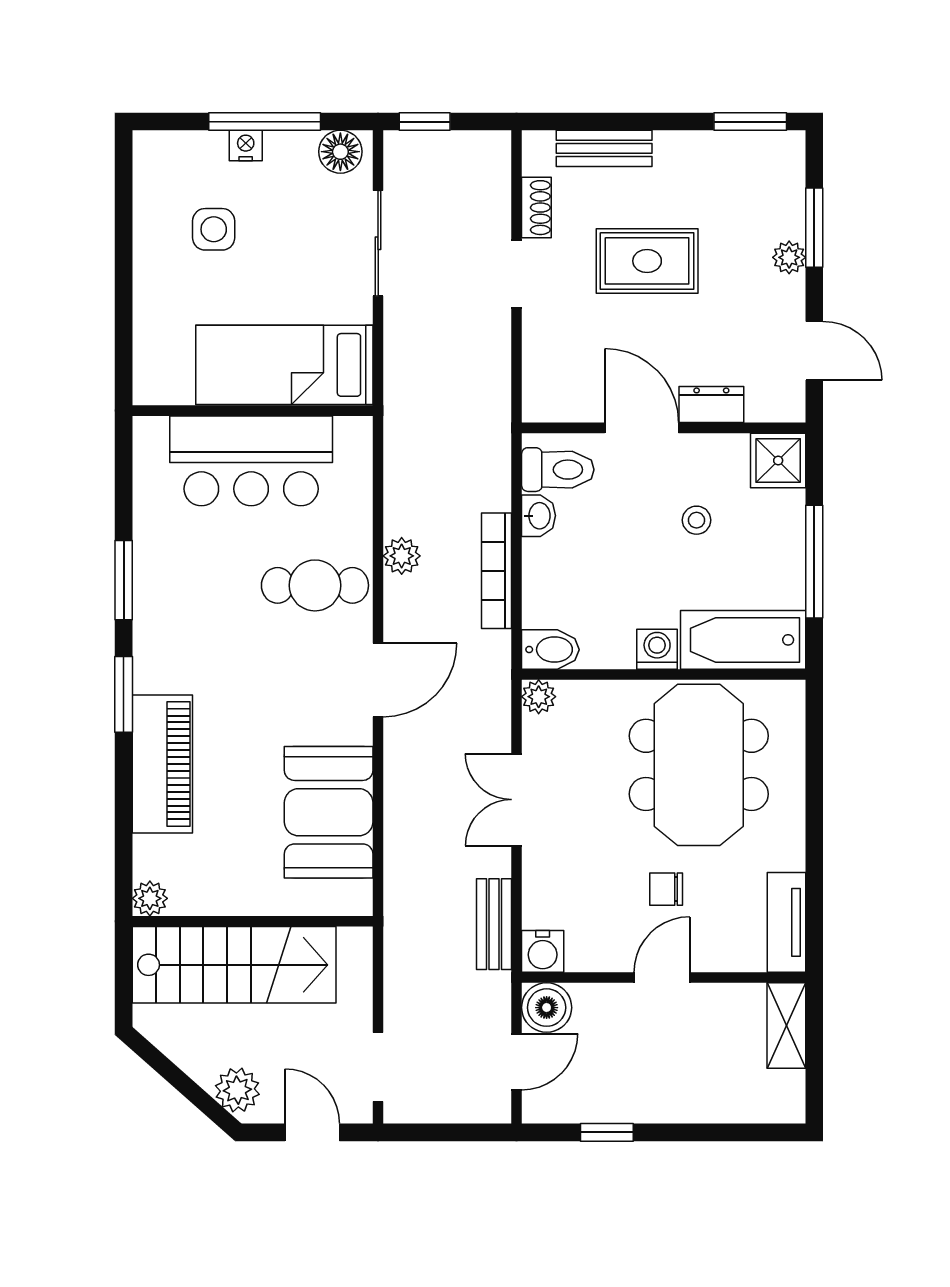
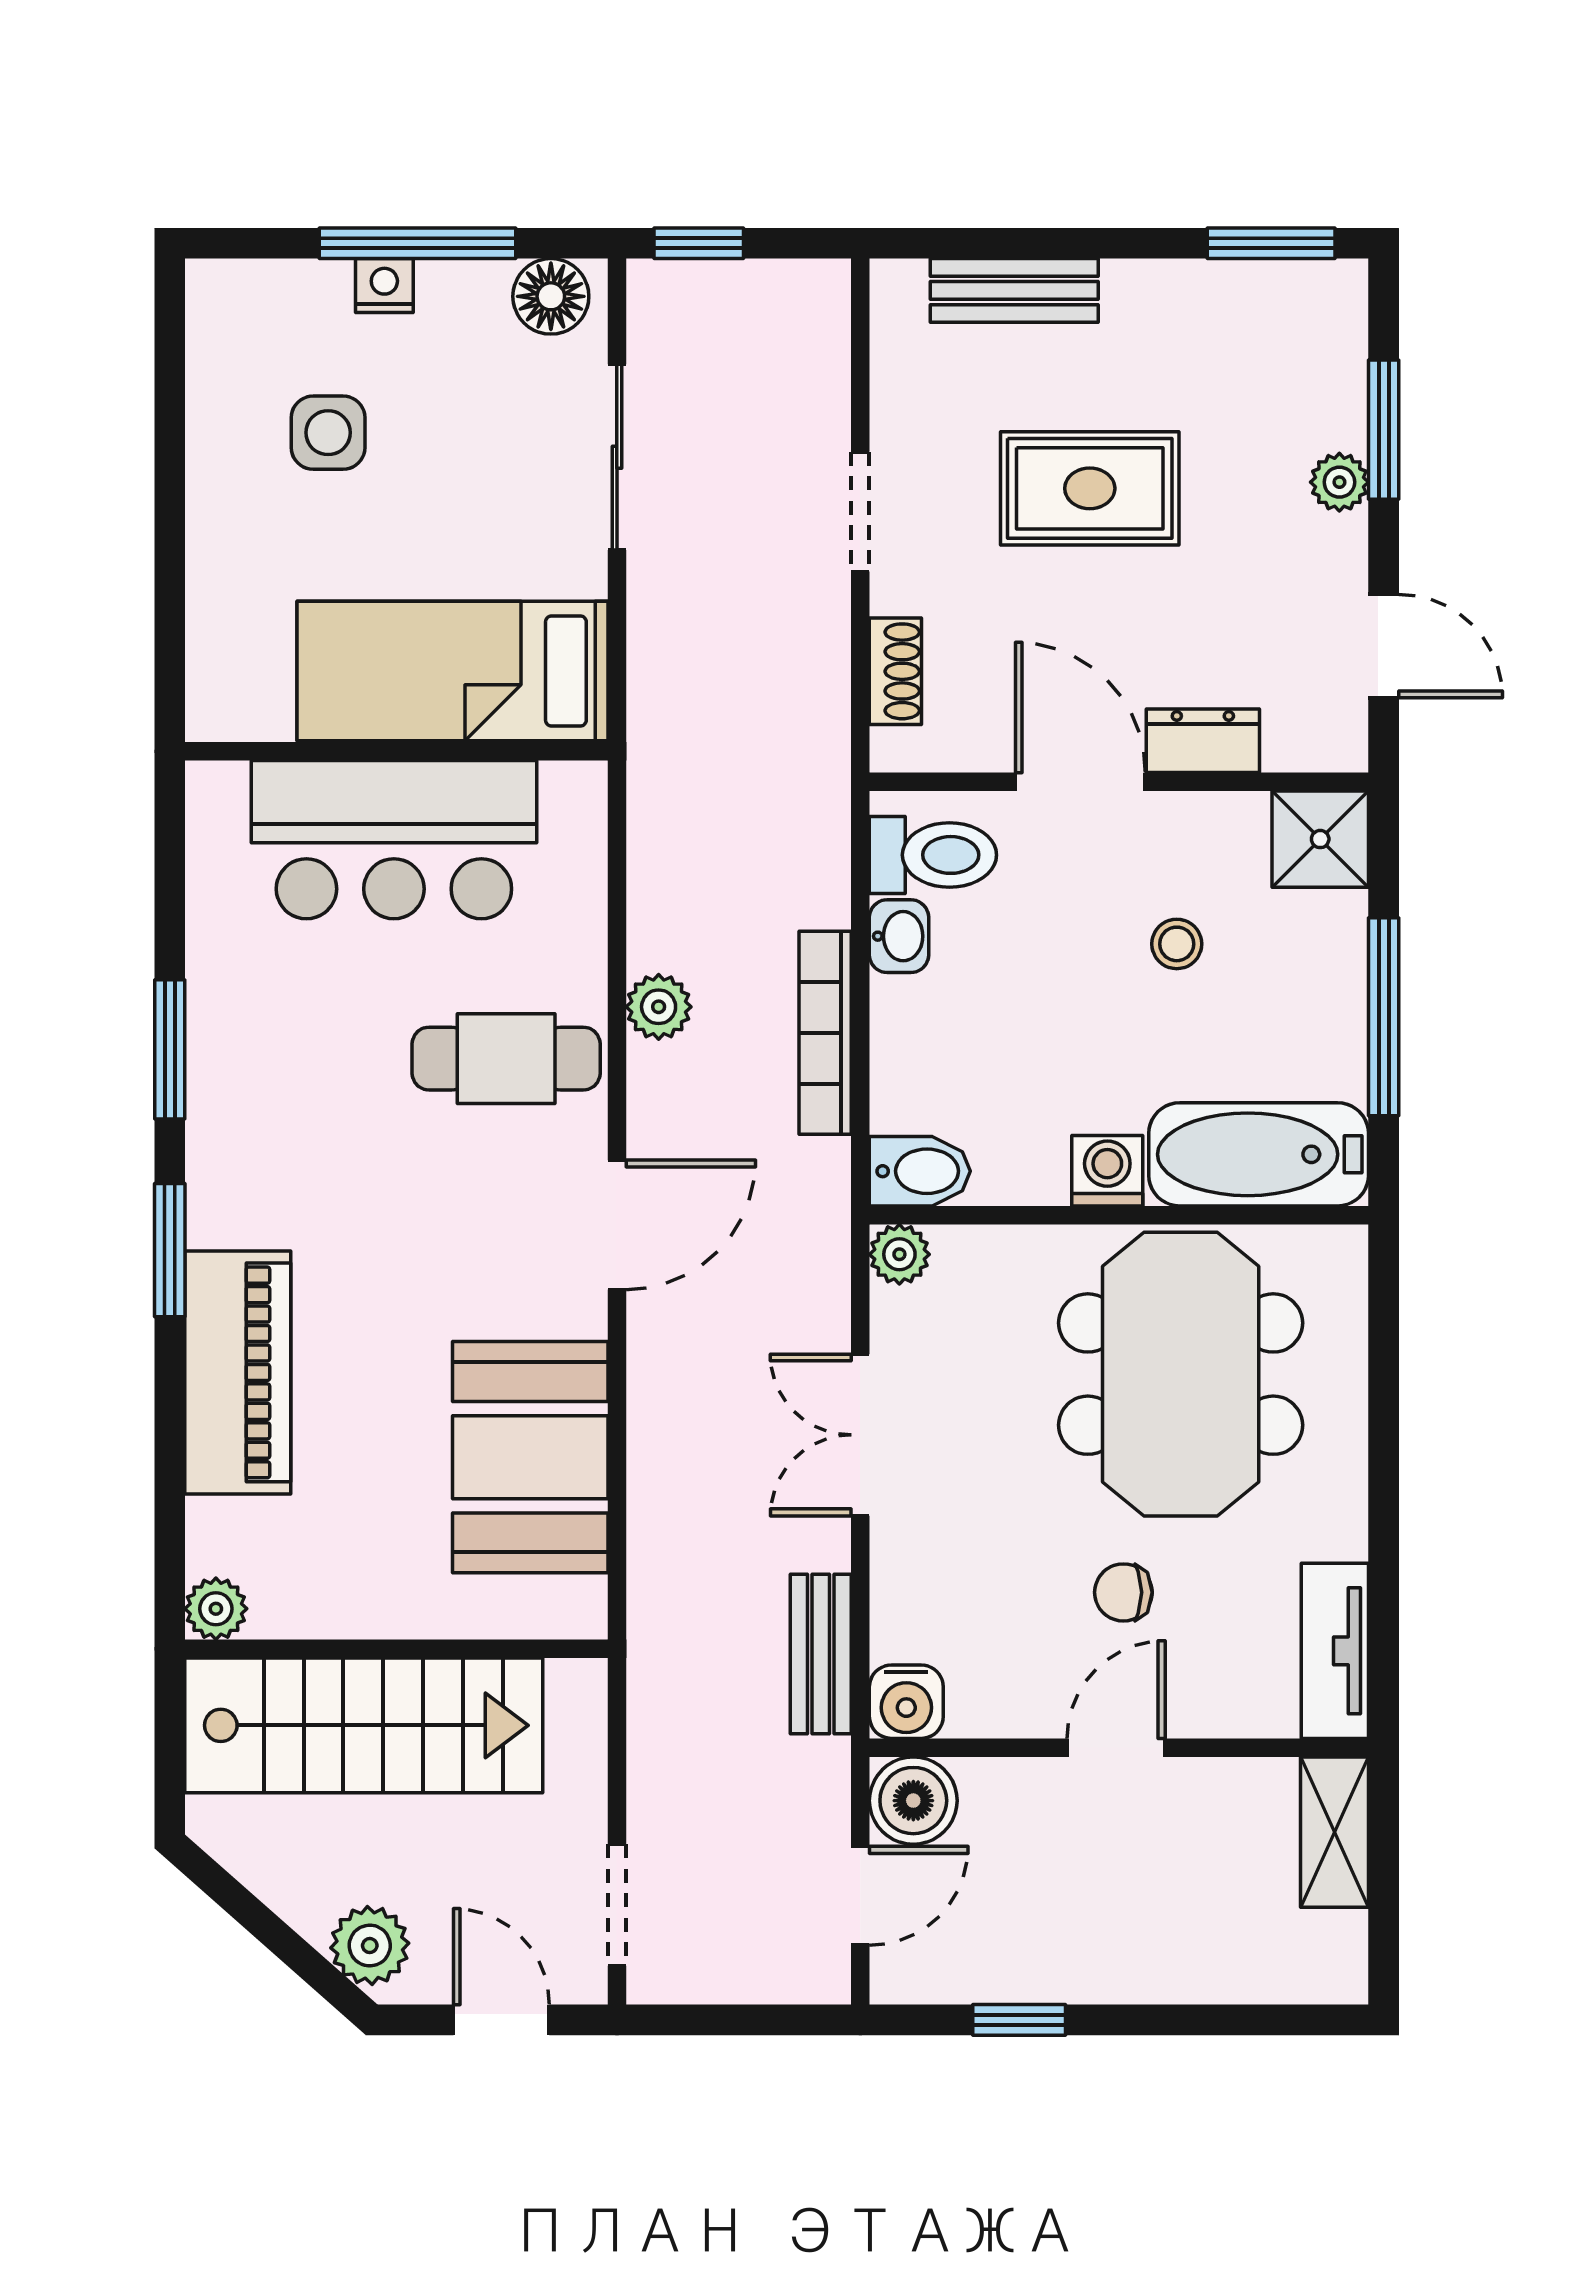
shoe rack: (536, 208) -> (895, 671), moved

